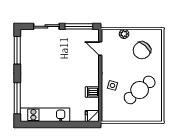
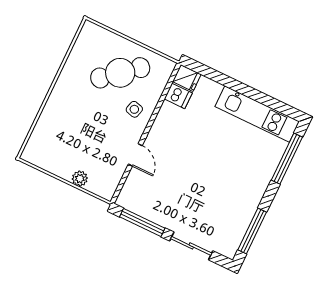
door: (100, 48) -> (135, 155), moved
chair: (142, 50) -> (65, 141), removed
cafe table: (140, 90) -> (120, 73), moved
dishwasher: (92, 92) -> (178, 96), moved

